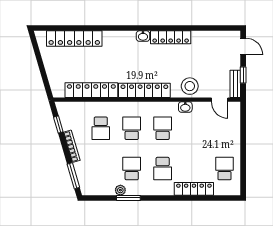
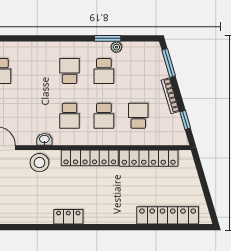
washbasin: (143, 36) -> (91, 218), removed
locker: (171, 37) -> (68, 217), width x0.66
locker: (194, 189) -> (35, 49), removed

